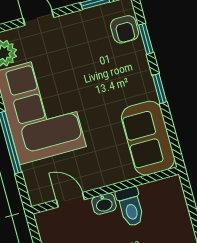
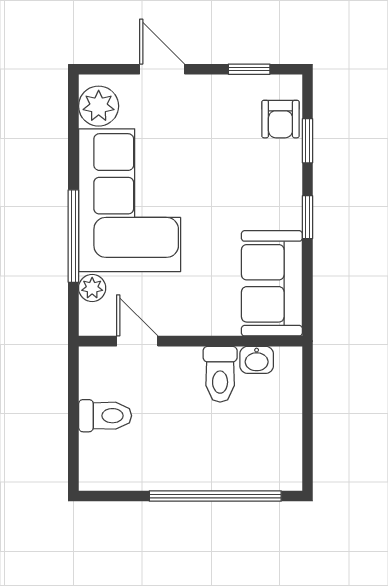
plant: (32, 173) -> (92, 288), added
washbasin: (104, 204) -> (257, 360), moved

